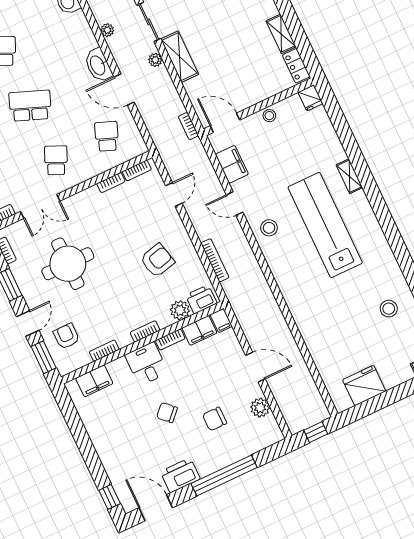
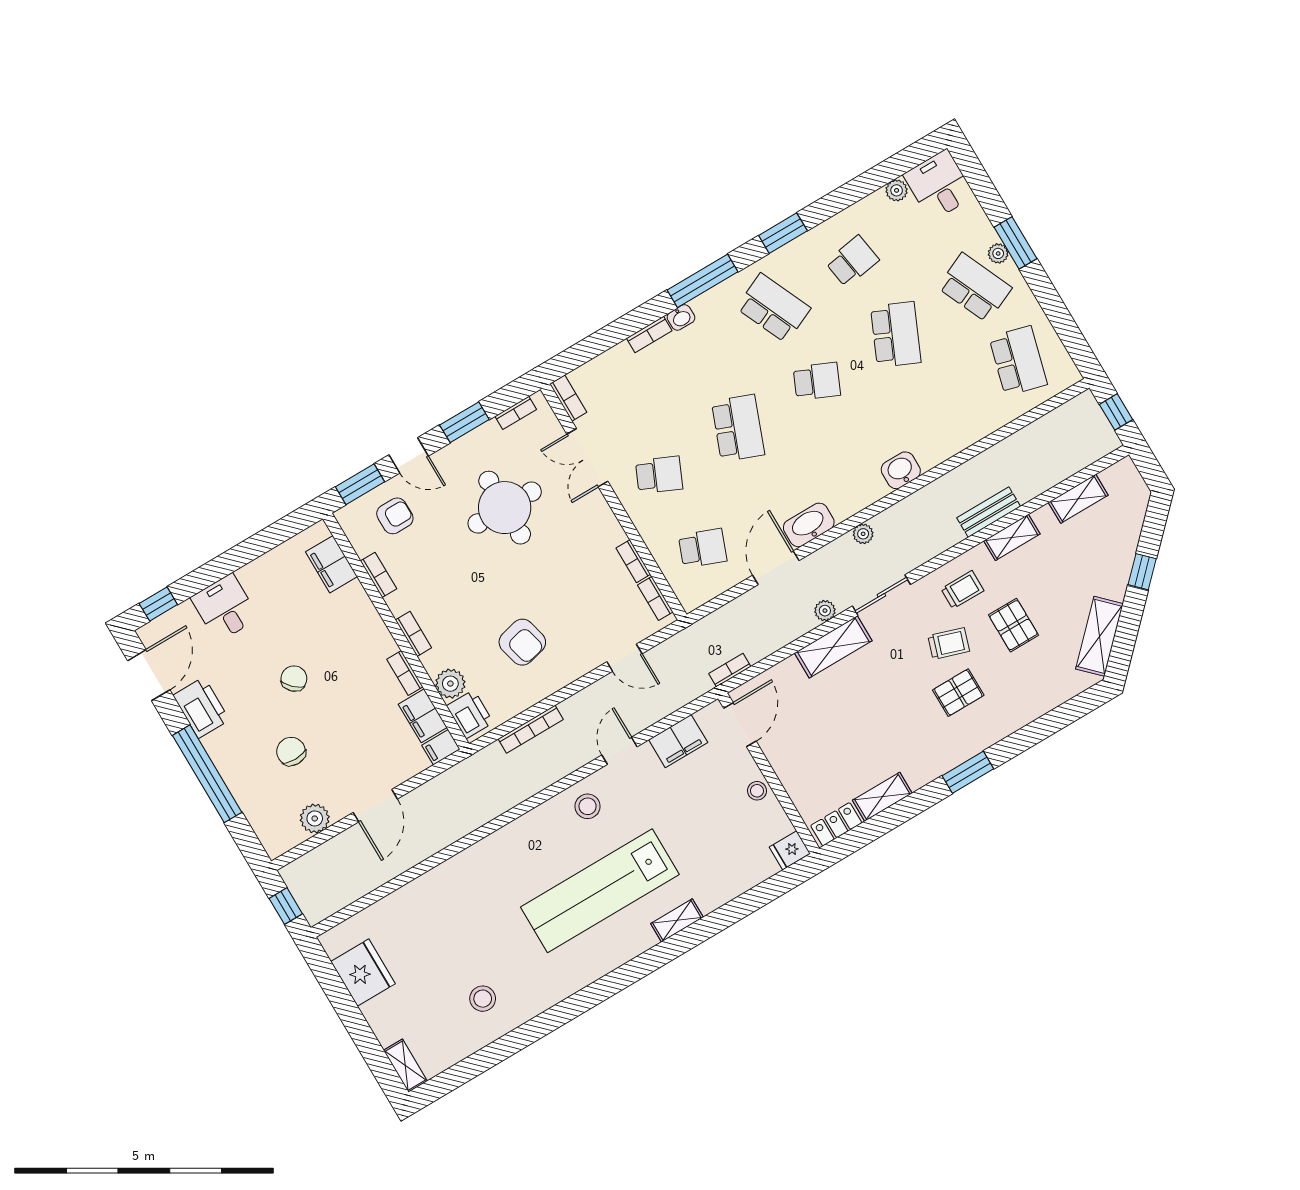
lab bench: (325, 225) -> (600, 891), turned 180
desk: (147, 364) -> (225, 608), moved, turned -90

